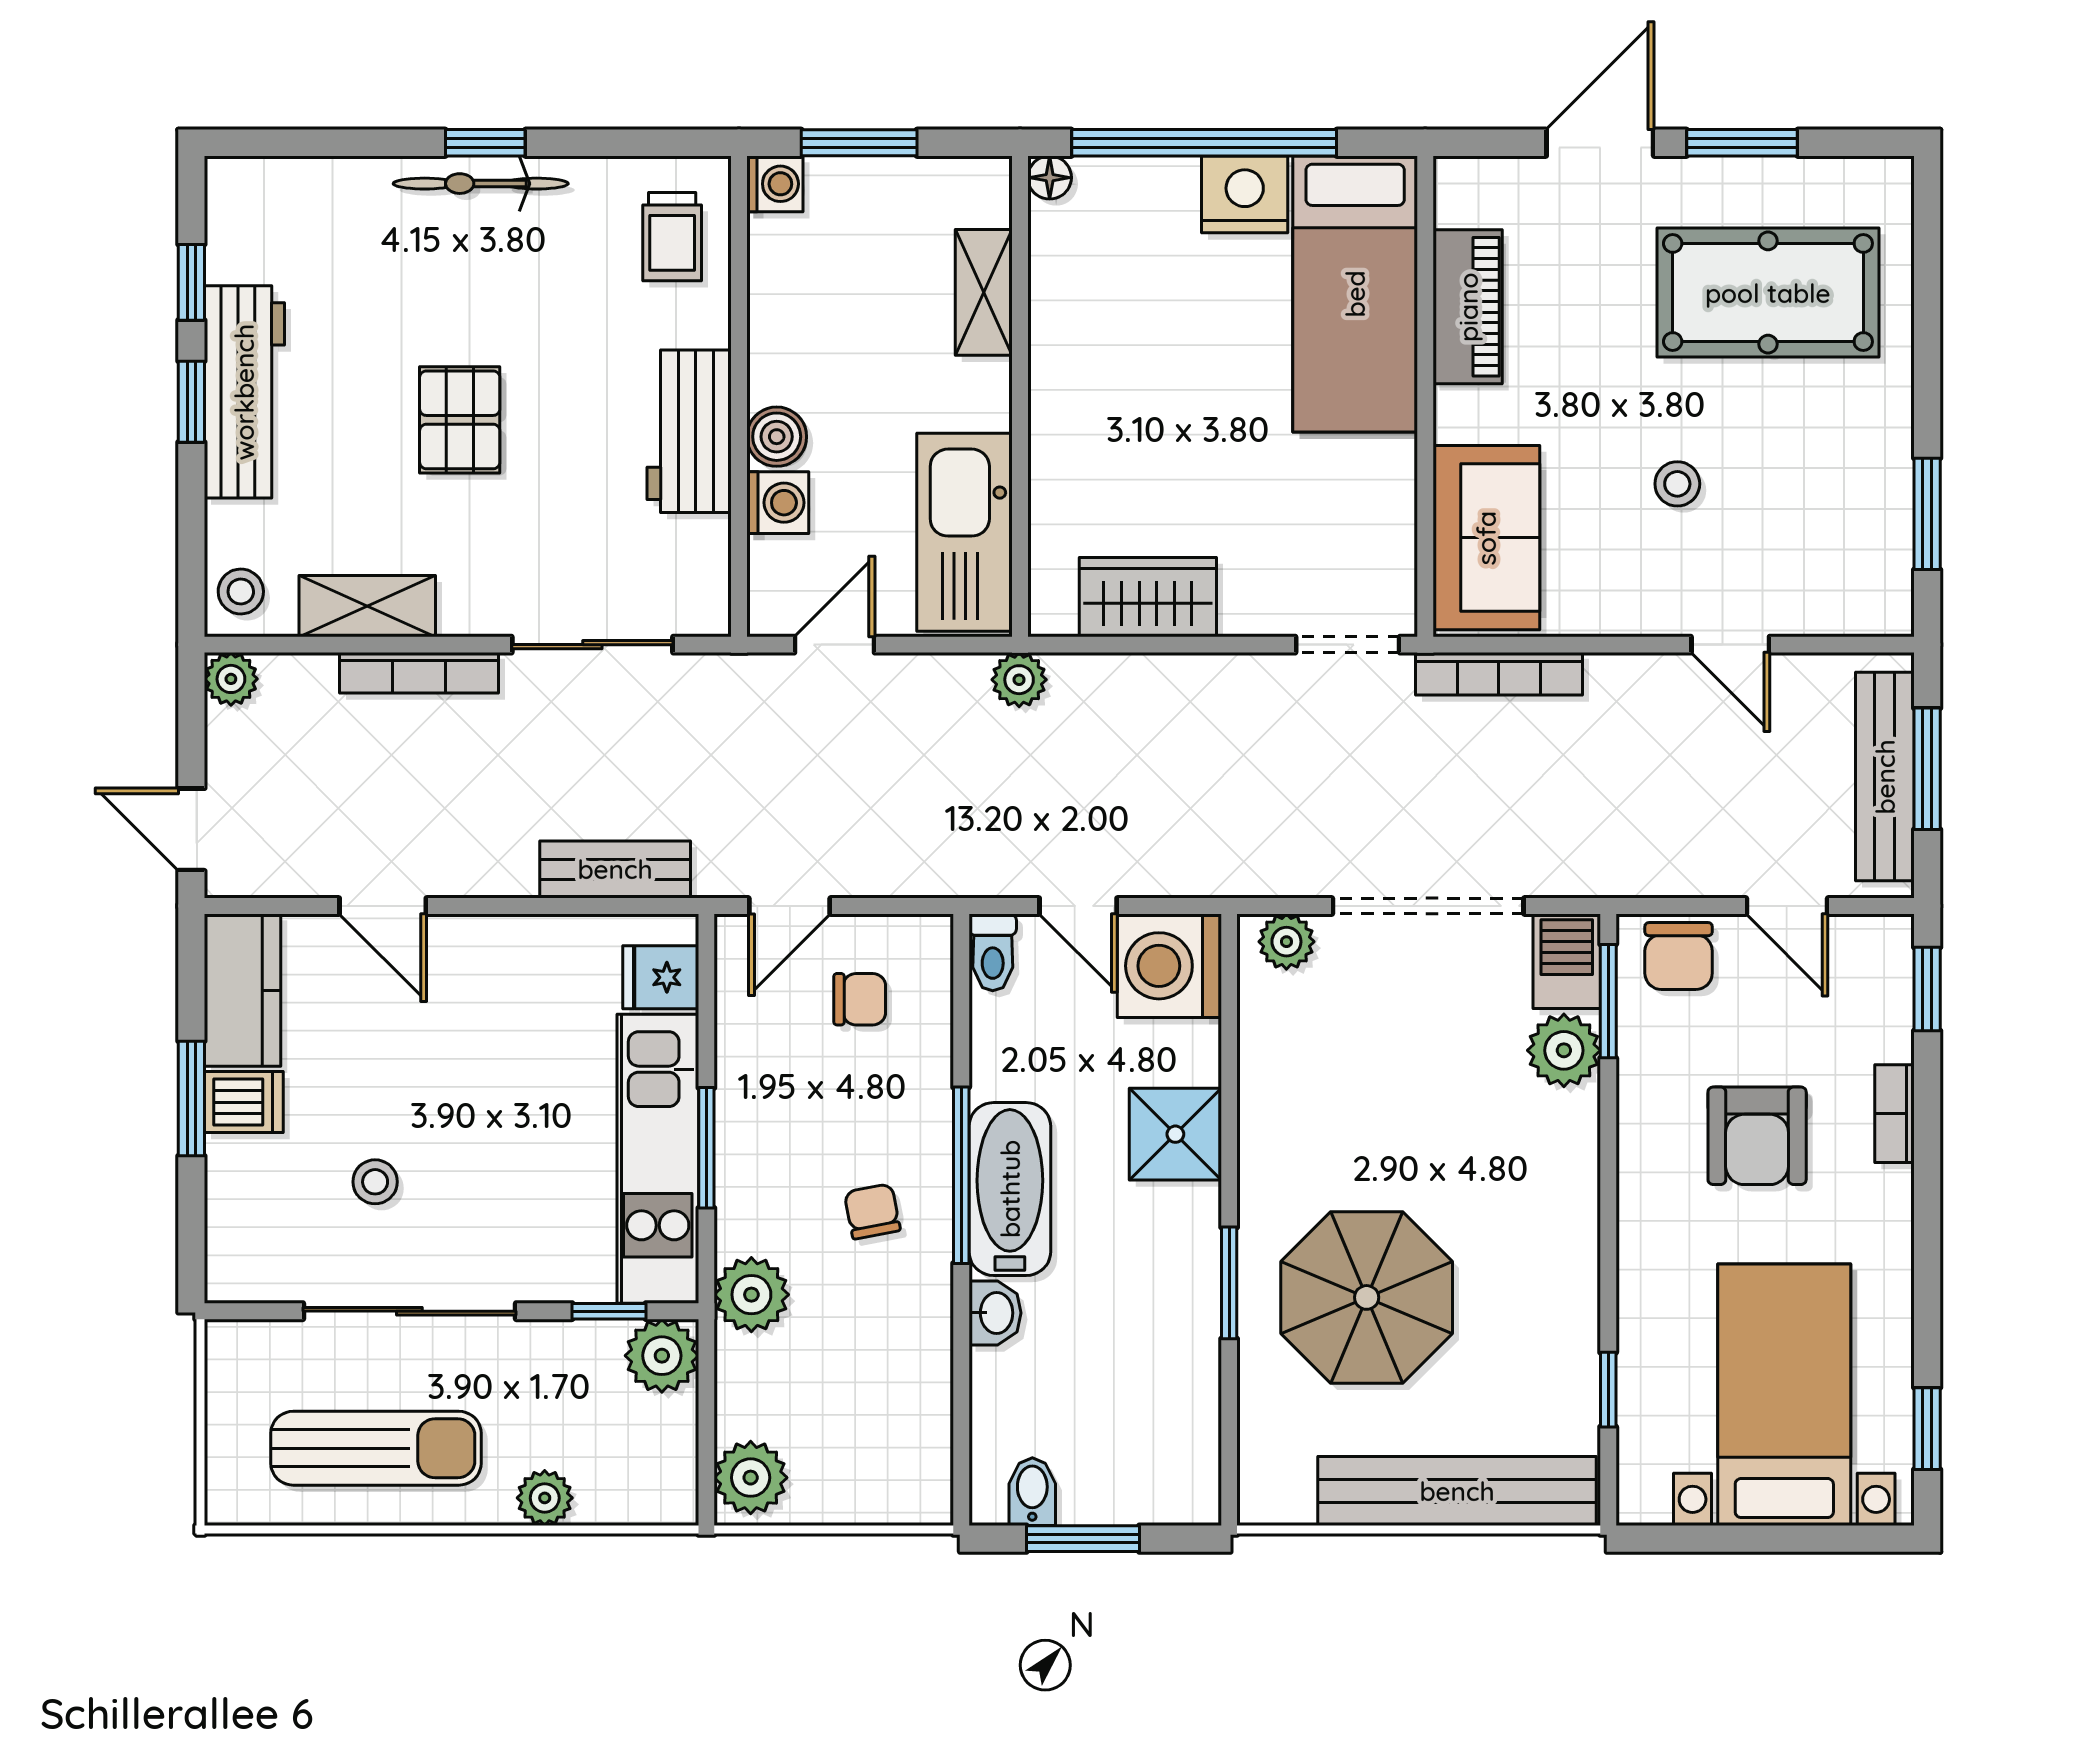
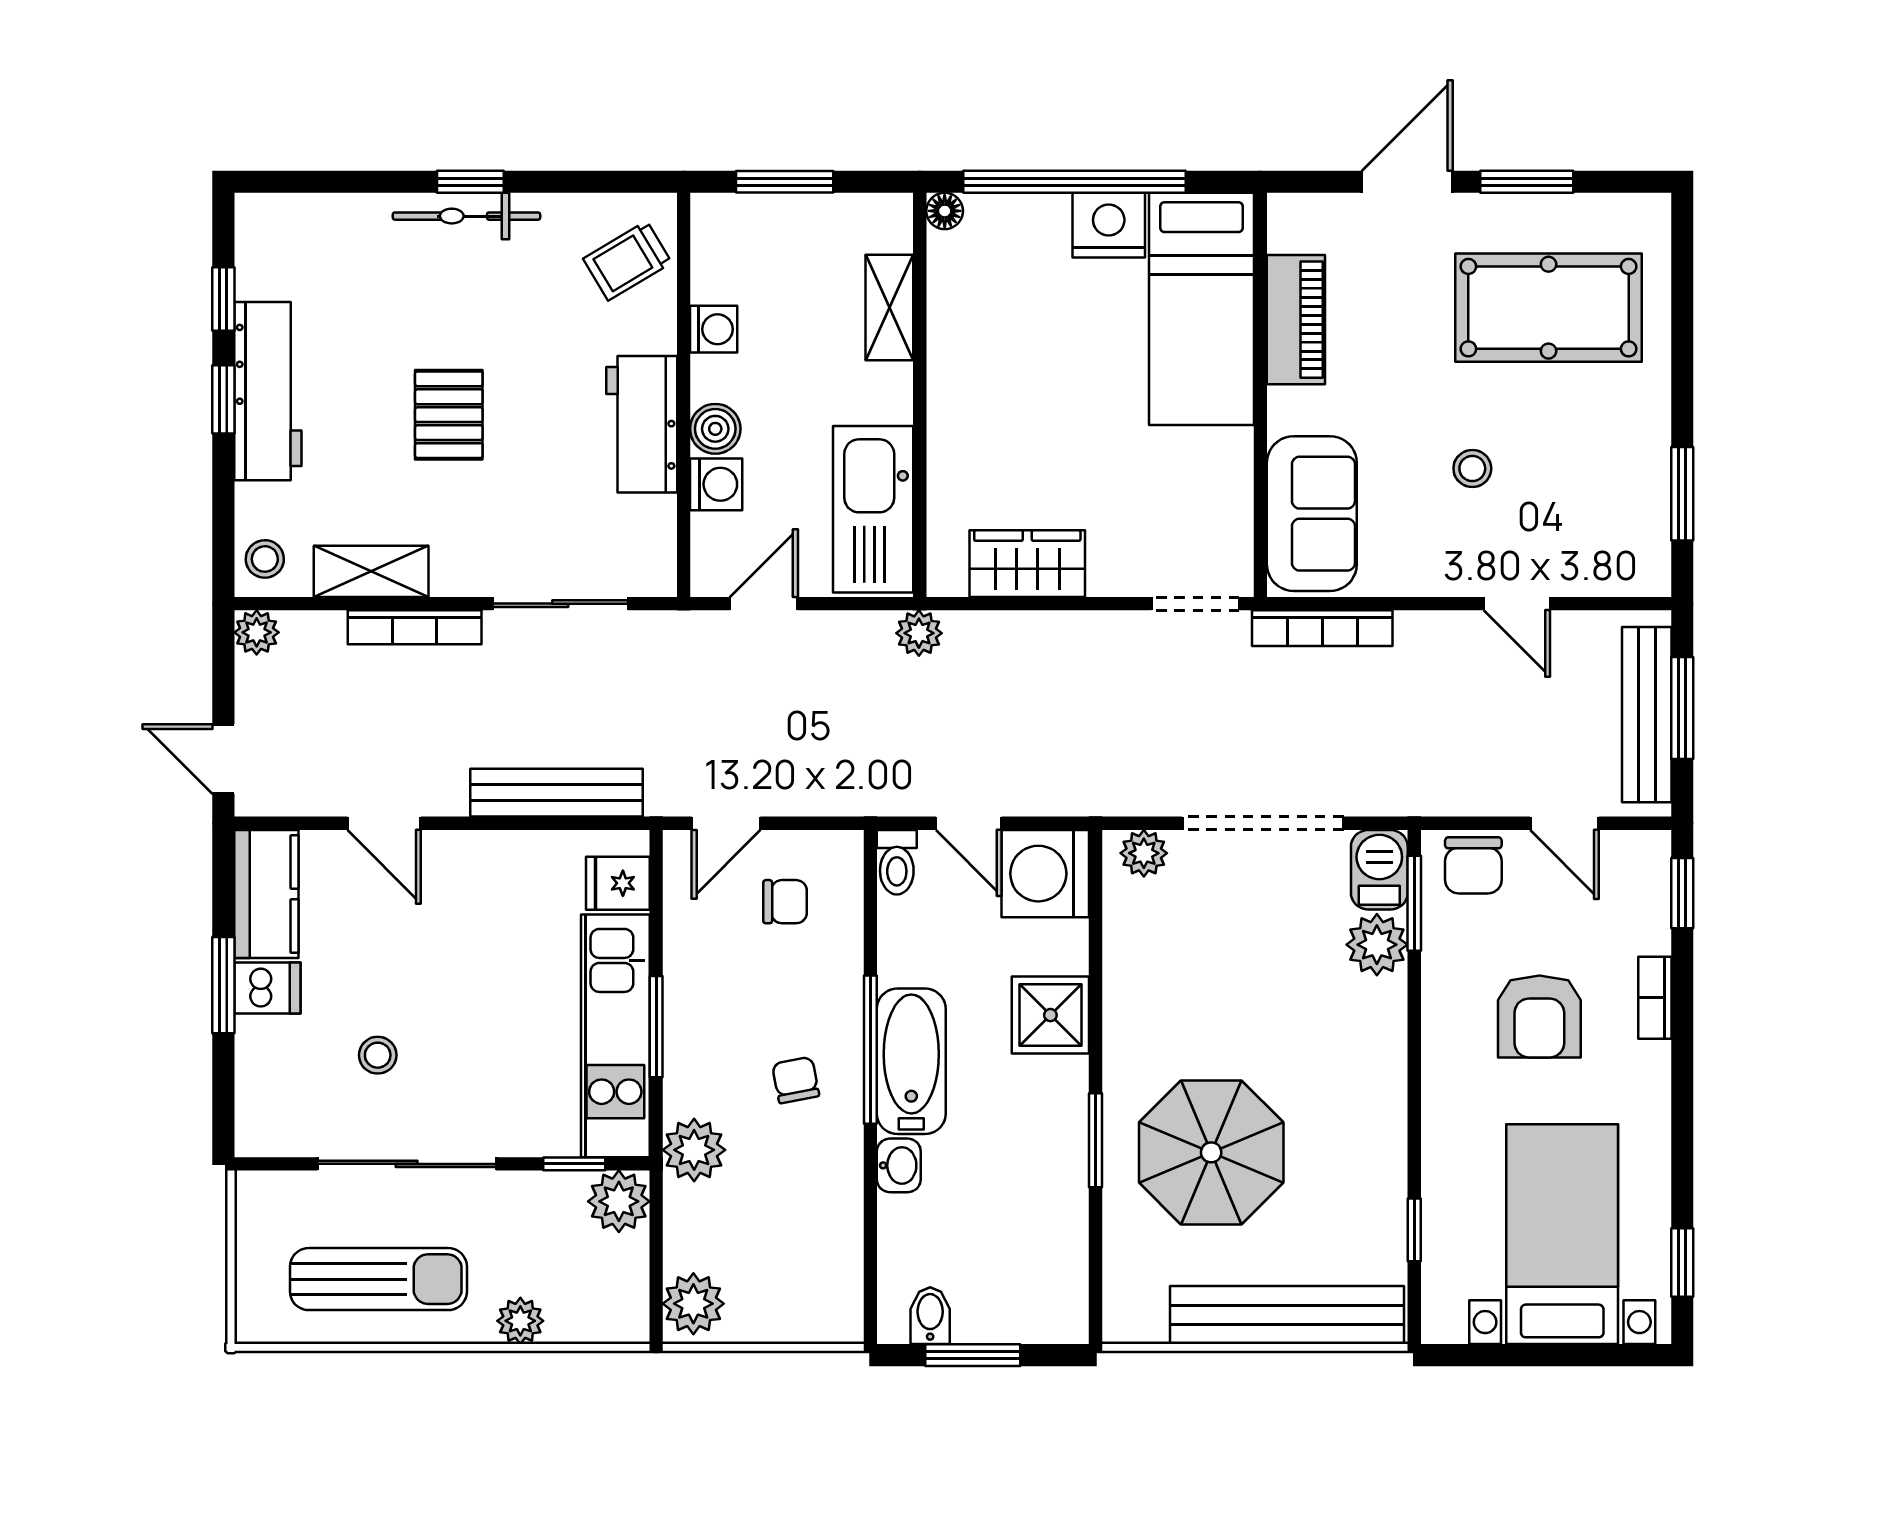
washing machine: (775, 184) -> (714, 329), moved
trolley: (672, 237) -> (627, 261), turned 59
bench: (615, 869) -> (557, 793), width x1.36

